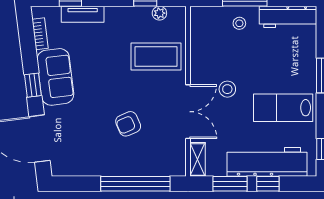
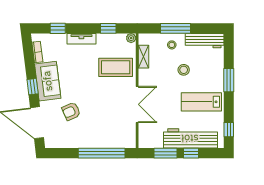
plant: (159, 13) -> (131, 38), moved
tv unit: (83, 14) -> (81, 39), moved
stool: (227, 89) -> (184, 70), moved
armchair: (128, 124) -> (71, 111), moved
shelving: (197, 159) -> (144, 57), moved

